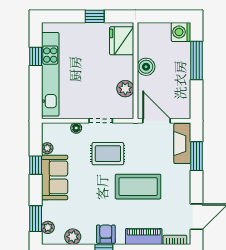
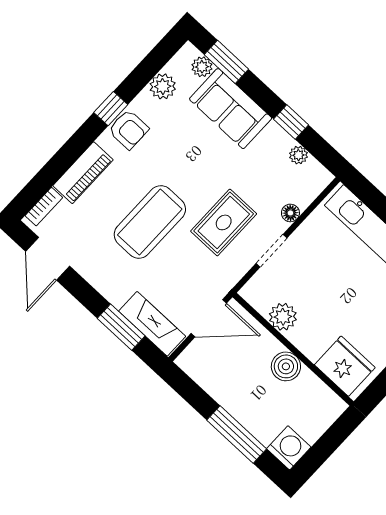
sofa: (55, 177) -> (231, 109), moved

